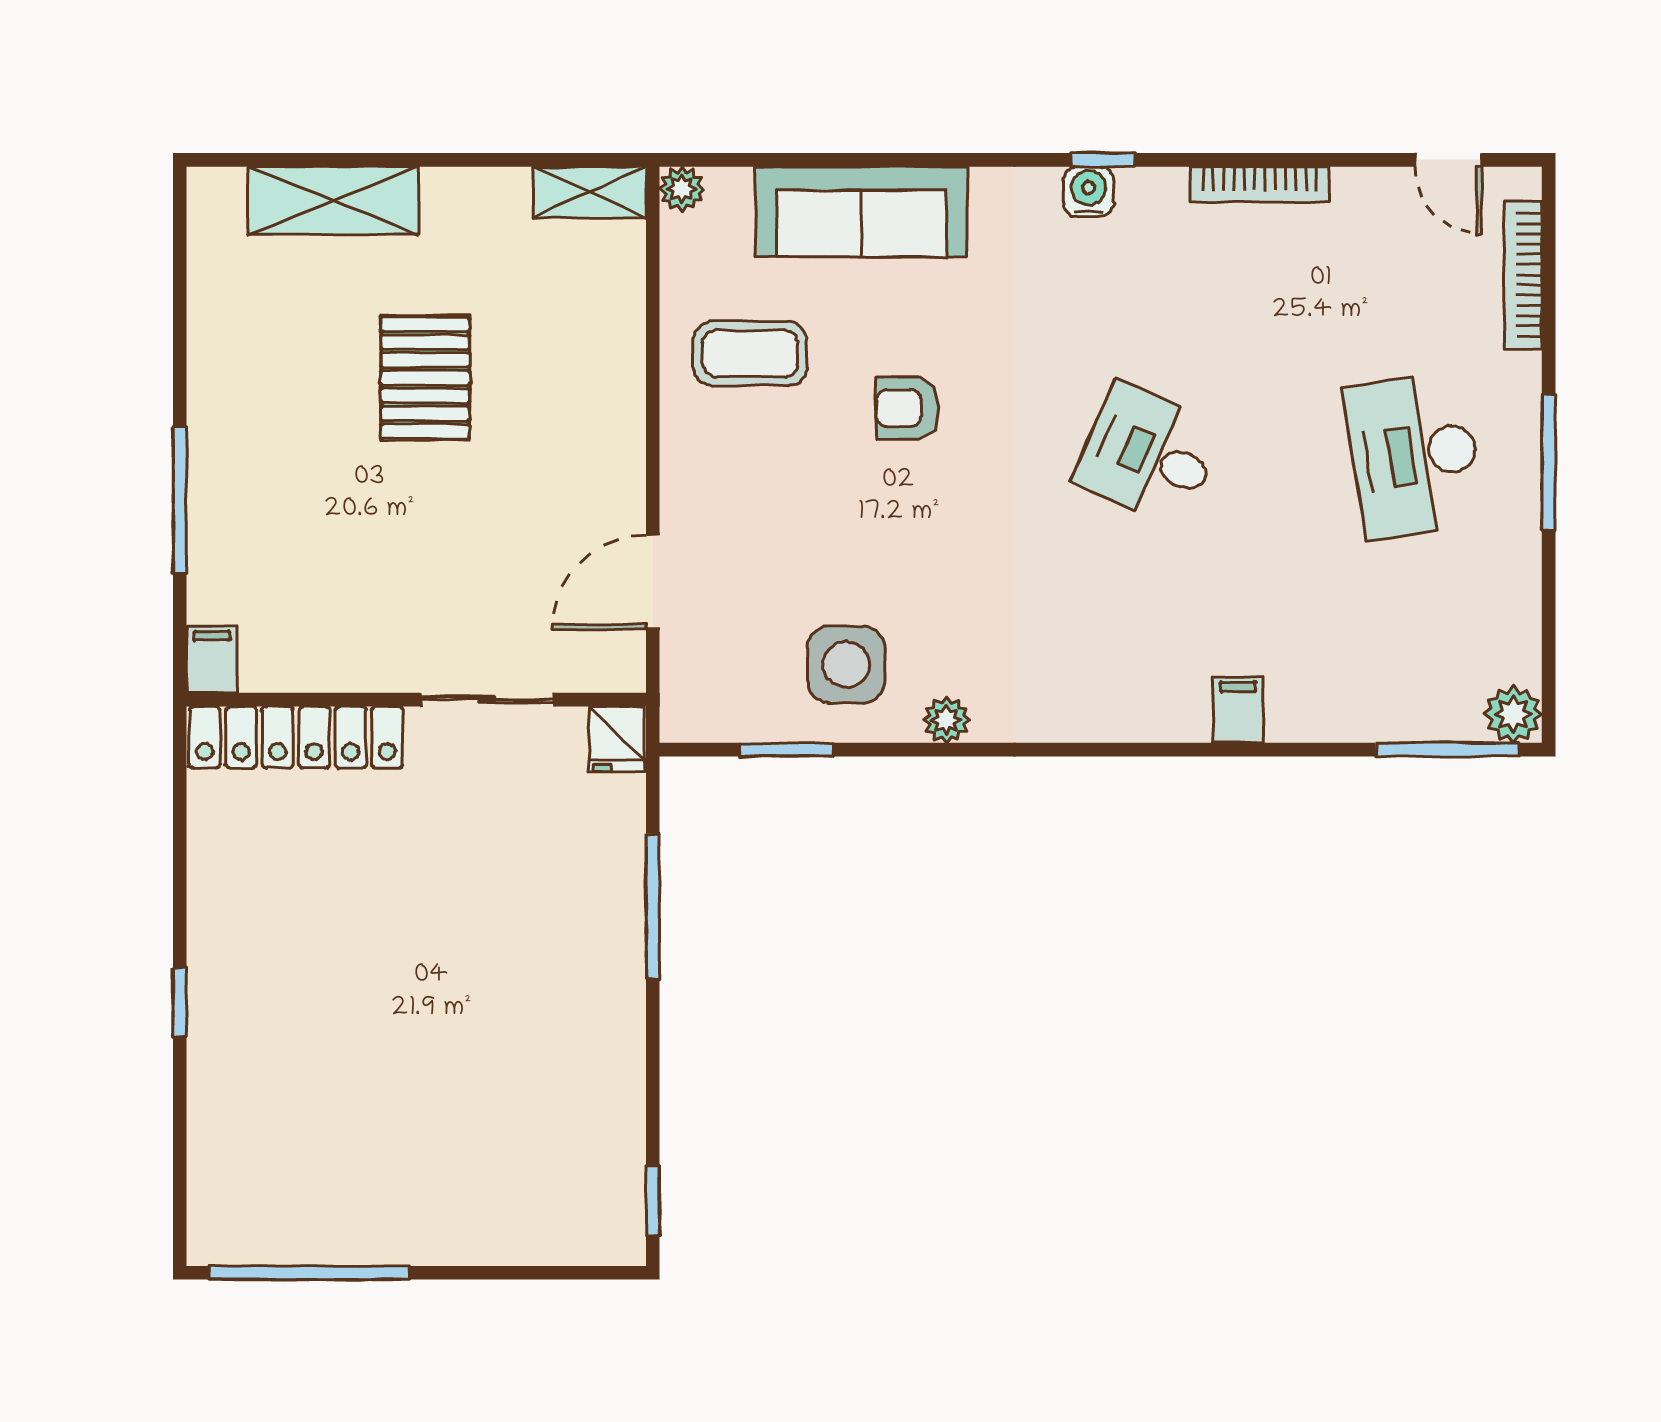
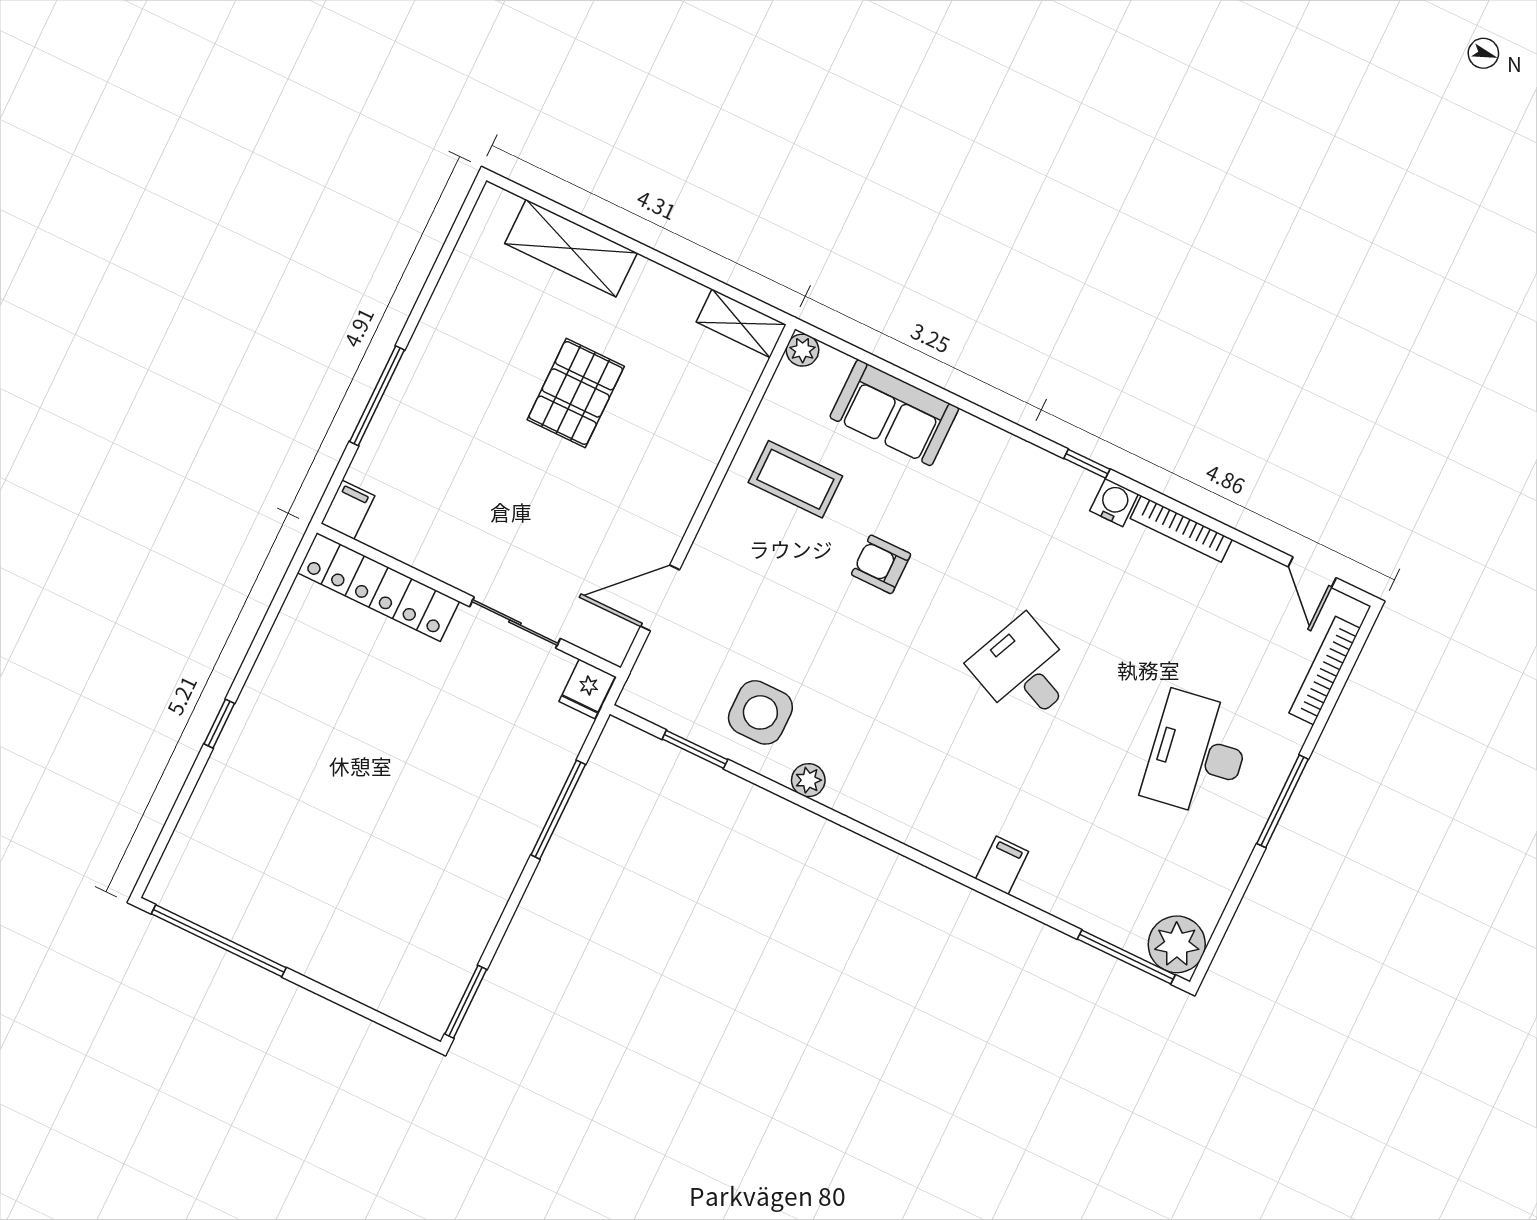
water cooler: (1088, 192) -> (1114, 502), moved
sofa: (861, 212) -> (894, 413), width x0.73
plant: (1513, 714) -> (1177, 944), width x1.36, depth x1.36
window: (653, 1201) -> (466, 1002), width x1.50

